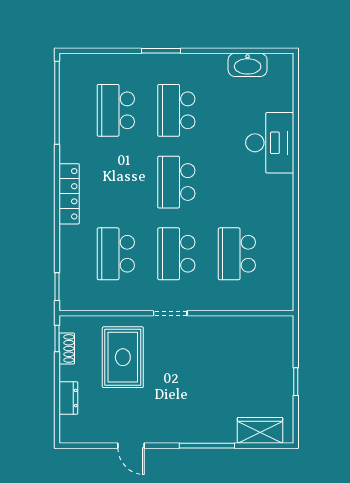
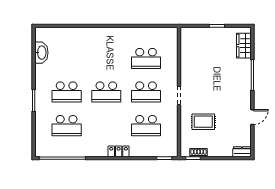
desk: (270, 143) -> (85, 40), removed
locker: (69, 194) -> (119, 151), width x0.66
rug: (123, 357) -> (203, 122), width x0.73, depth x0.70
dresser: (68, 398) -> (242, 152), moved

